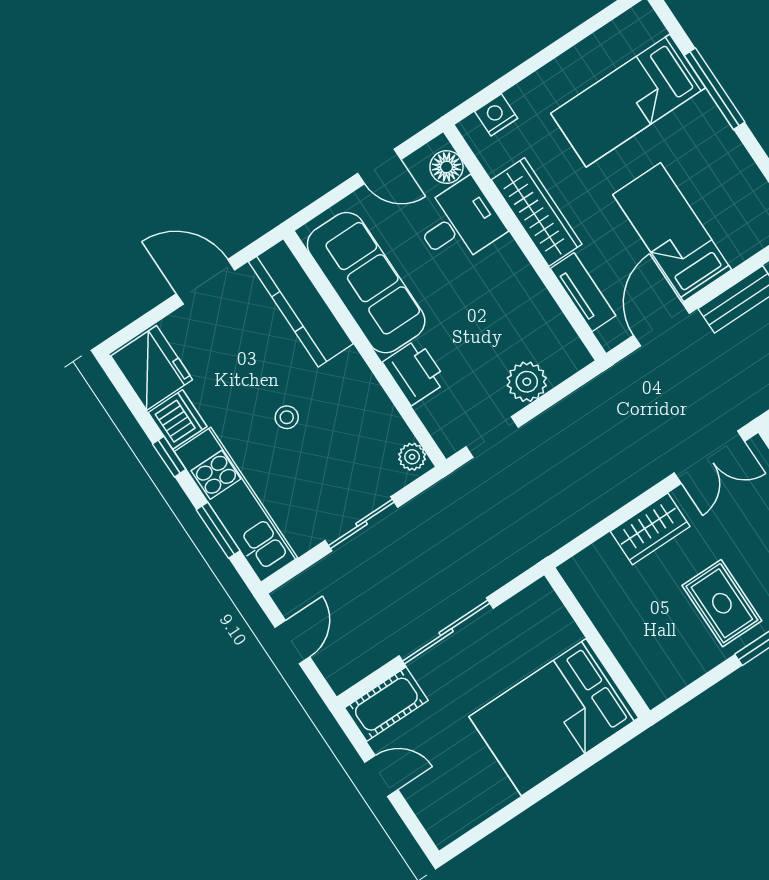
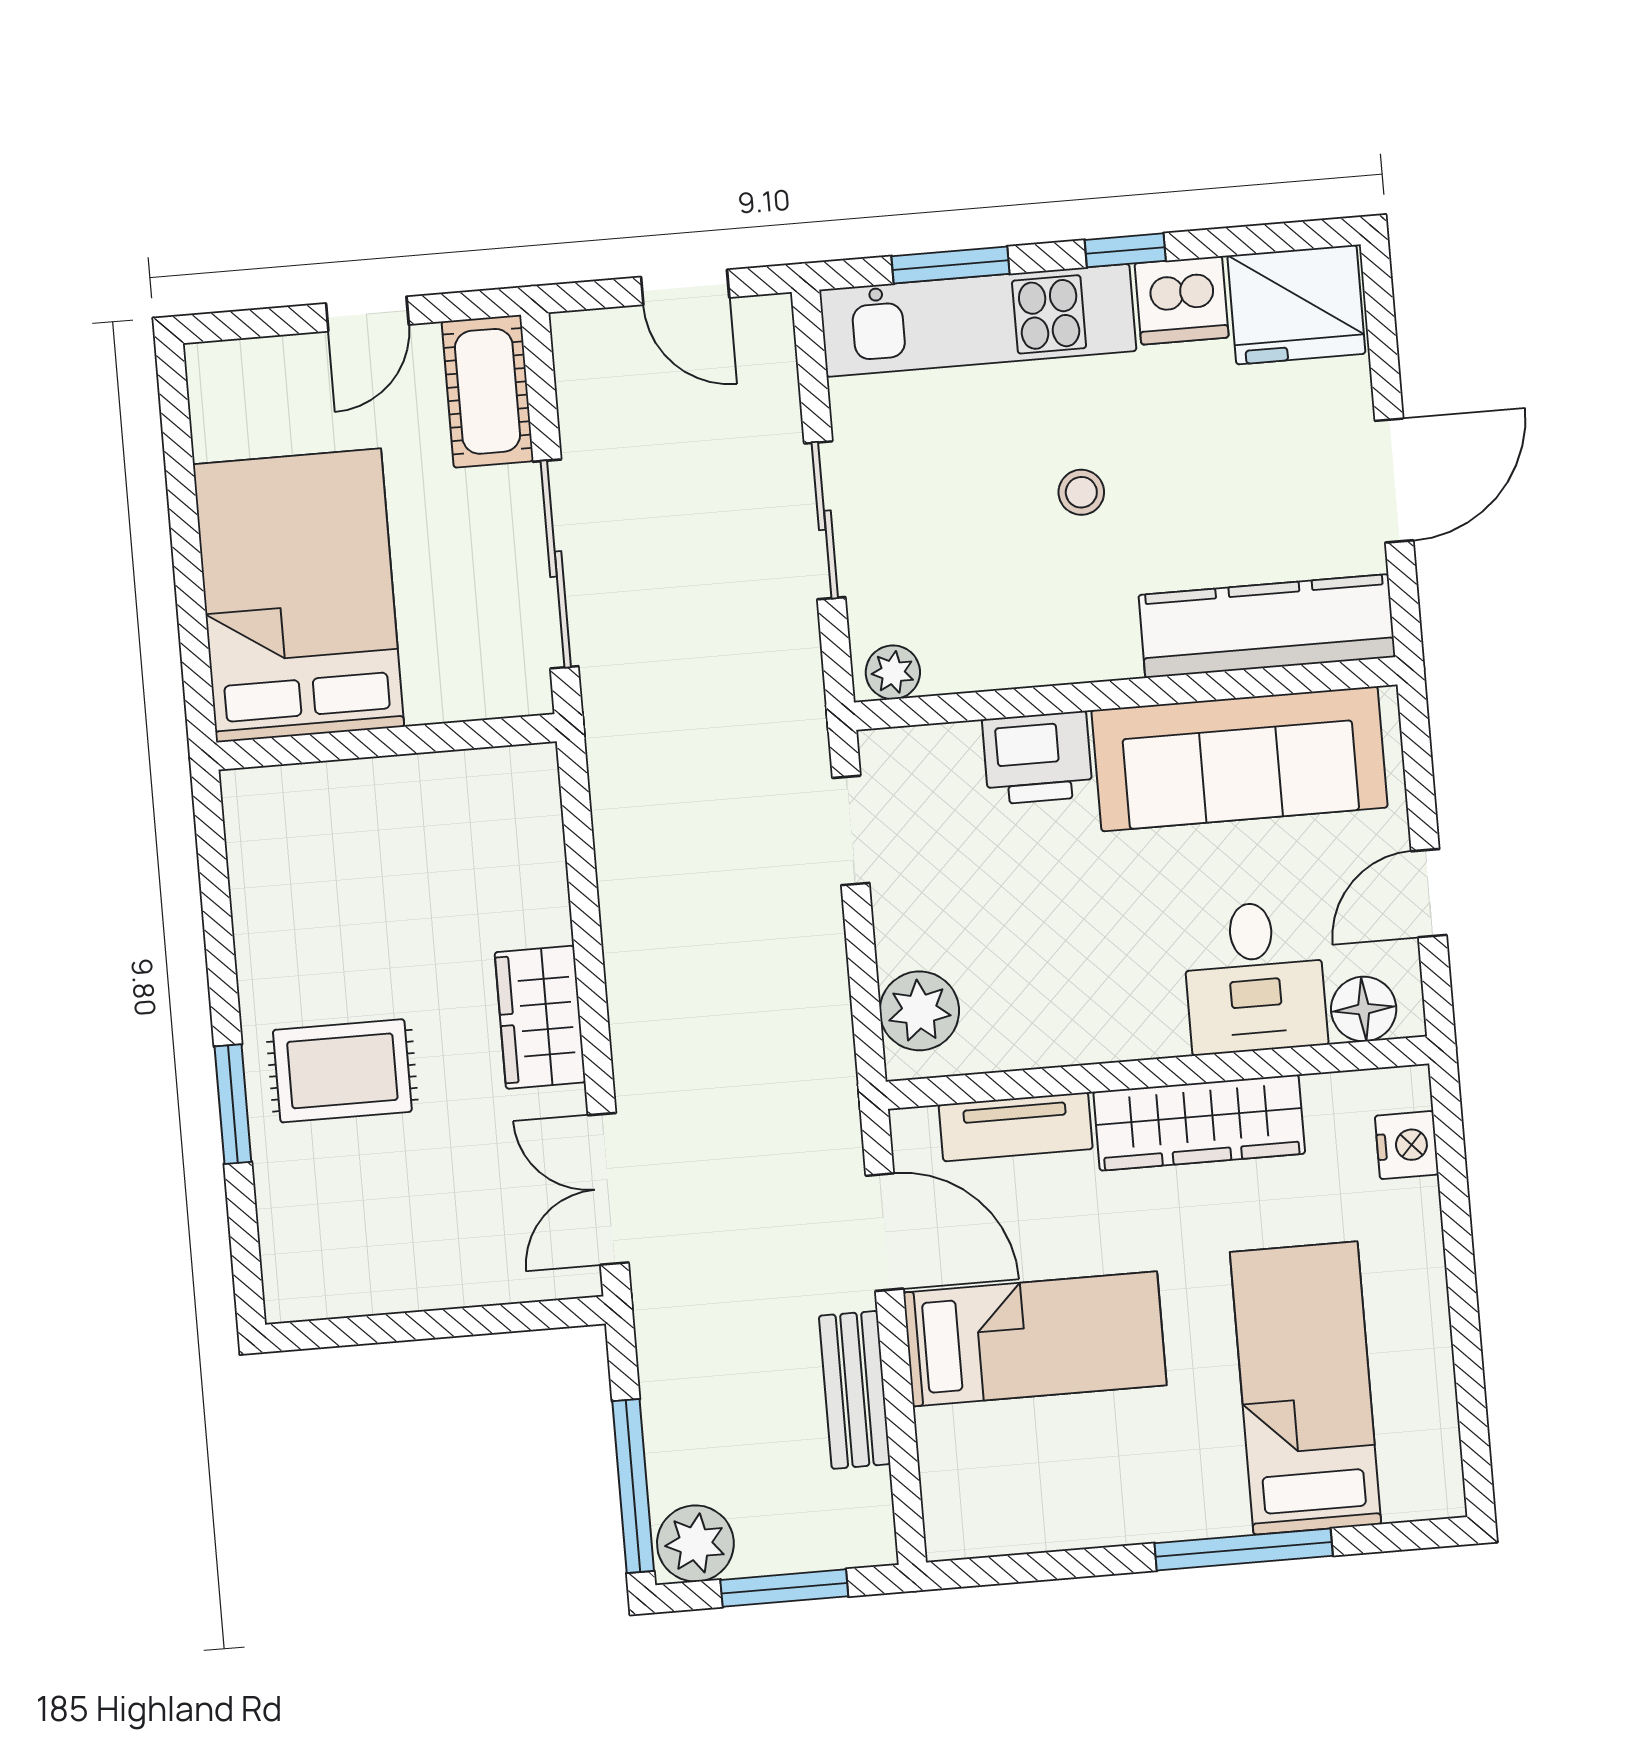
plant: (527, 382) -> (919, 1011), moved
wall: (597, 643) -> (387, 742), moved
bed: (554, 717) -> (299, 595), moved

